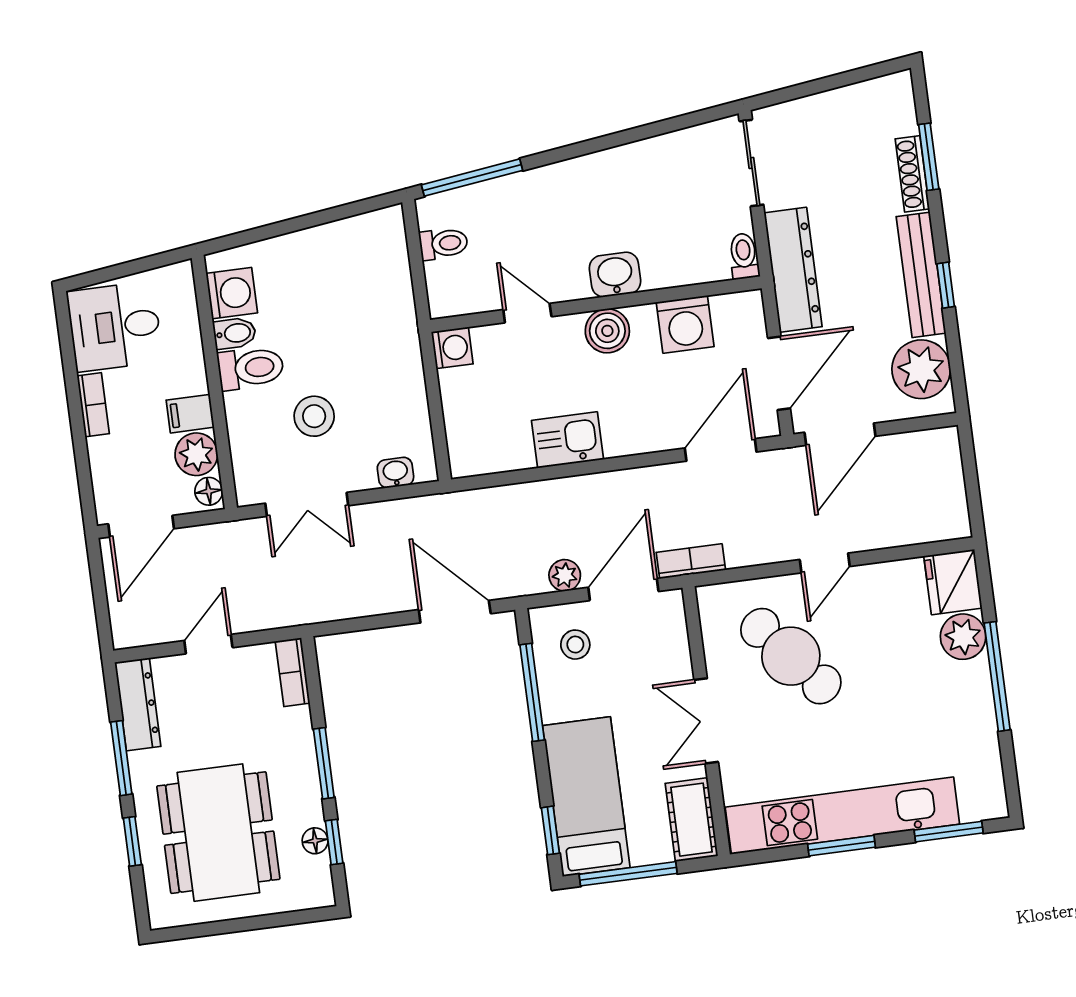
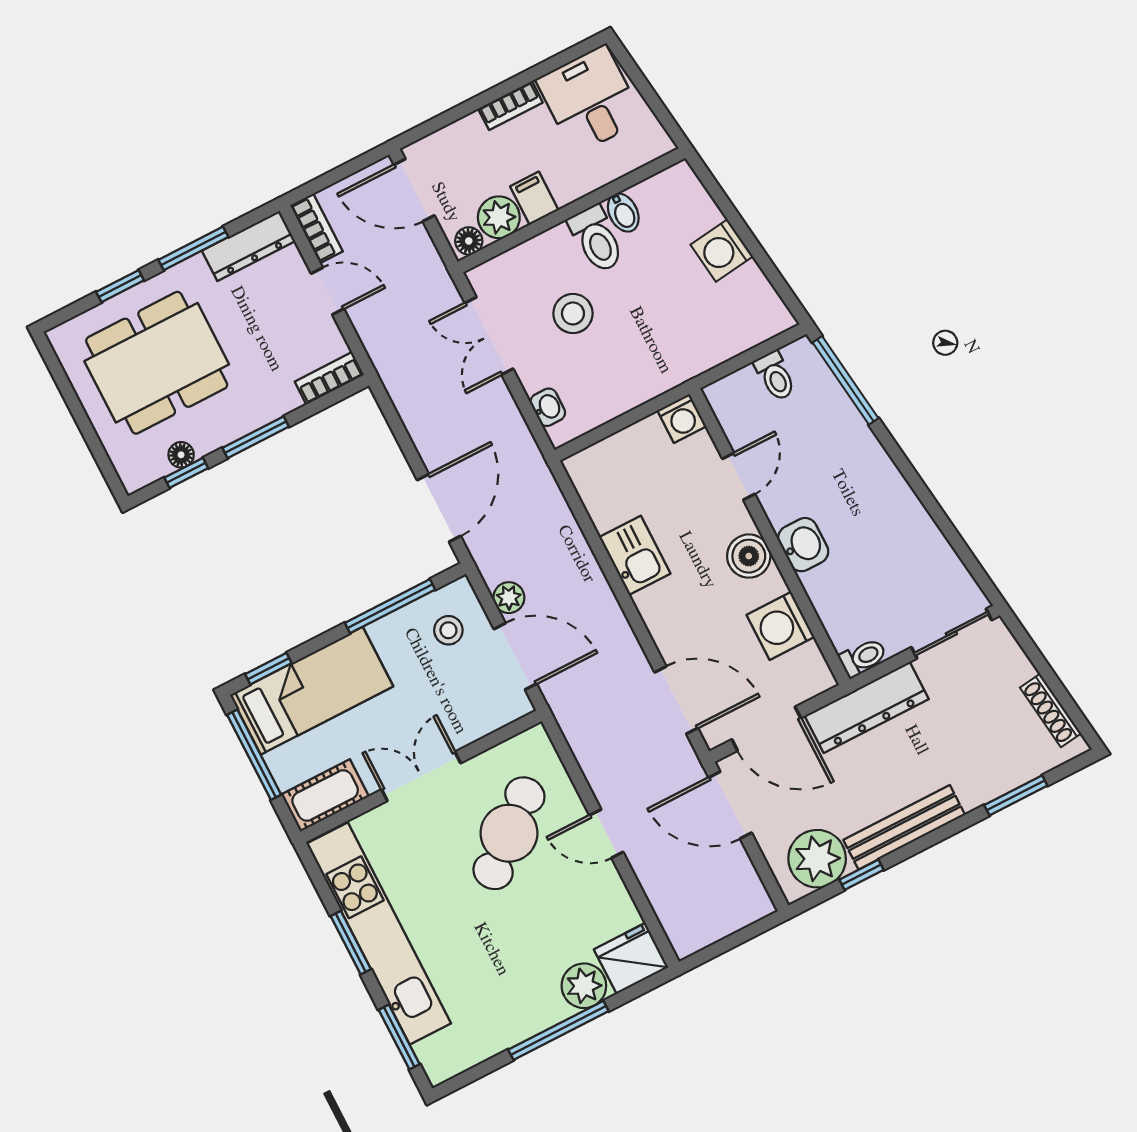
shoe rack: (912, 174) -> (1051, 710), moved, turned -97
window: (946, 285) -> (861, 875), moved
washing machine: (232, 293) -> (722, 250), moved, turned 83
bookcase: (691, 561) -> (316, 228), moved

